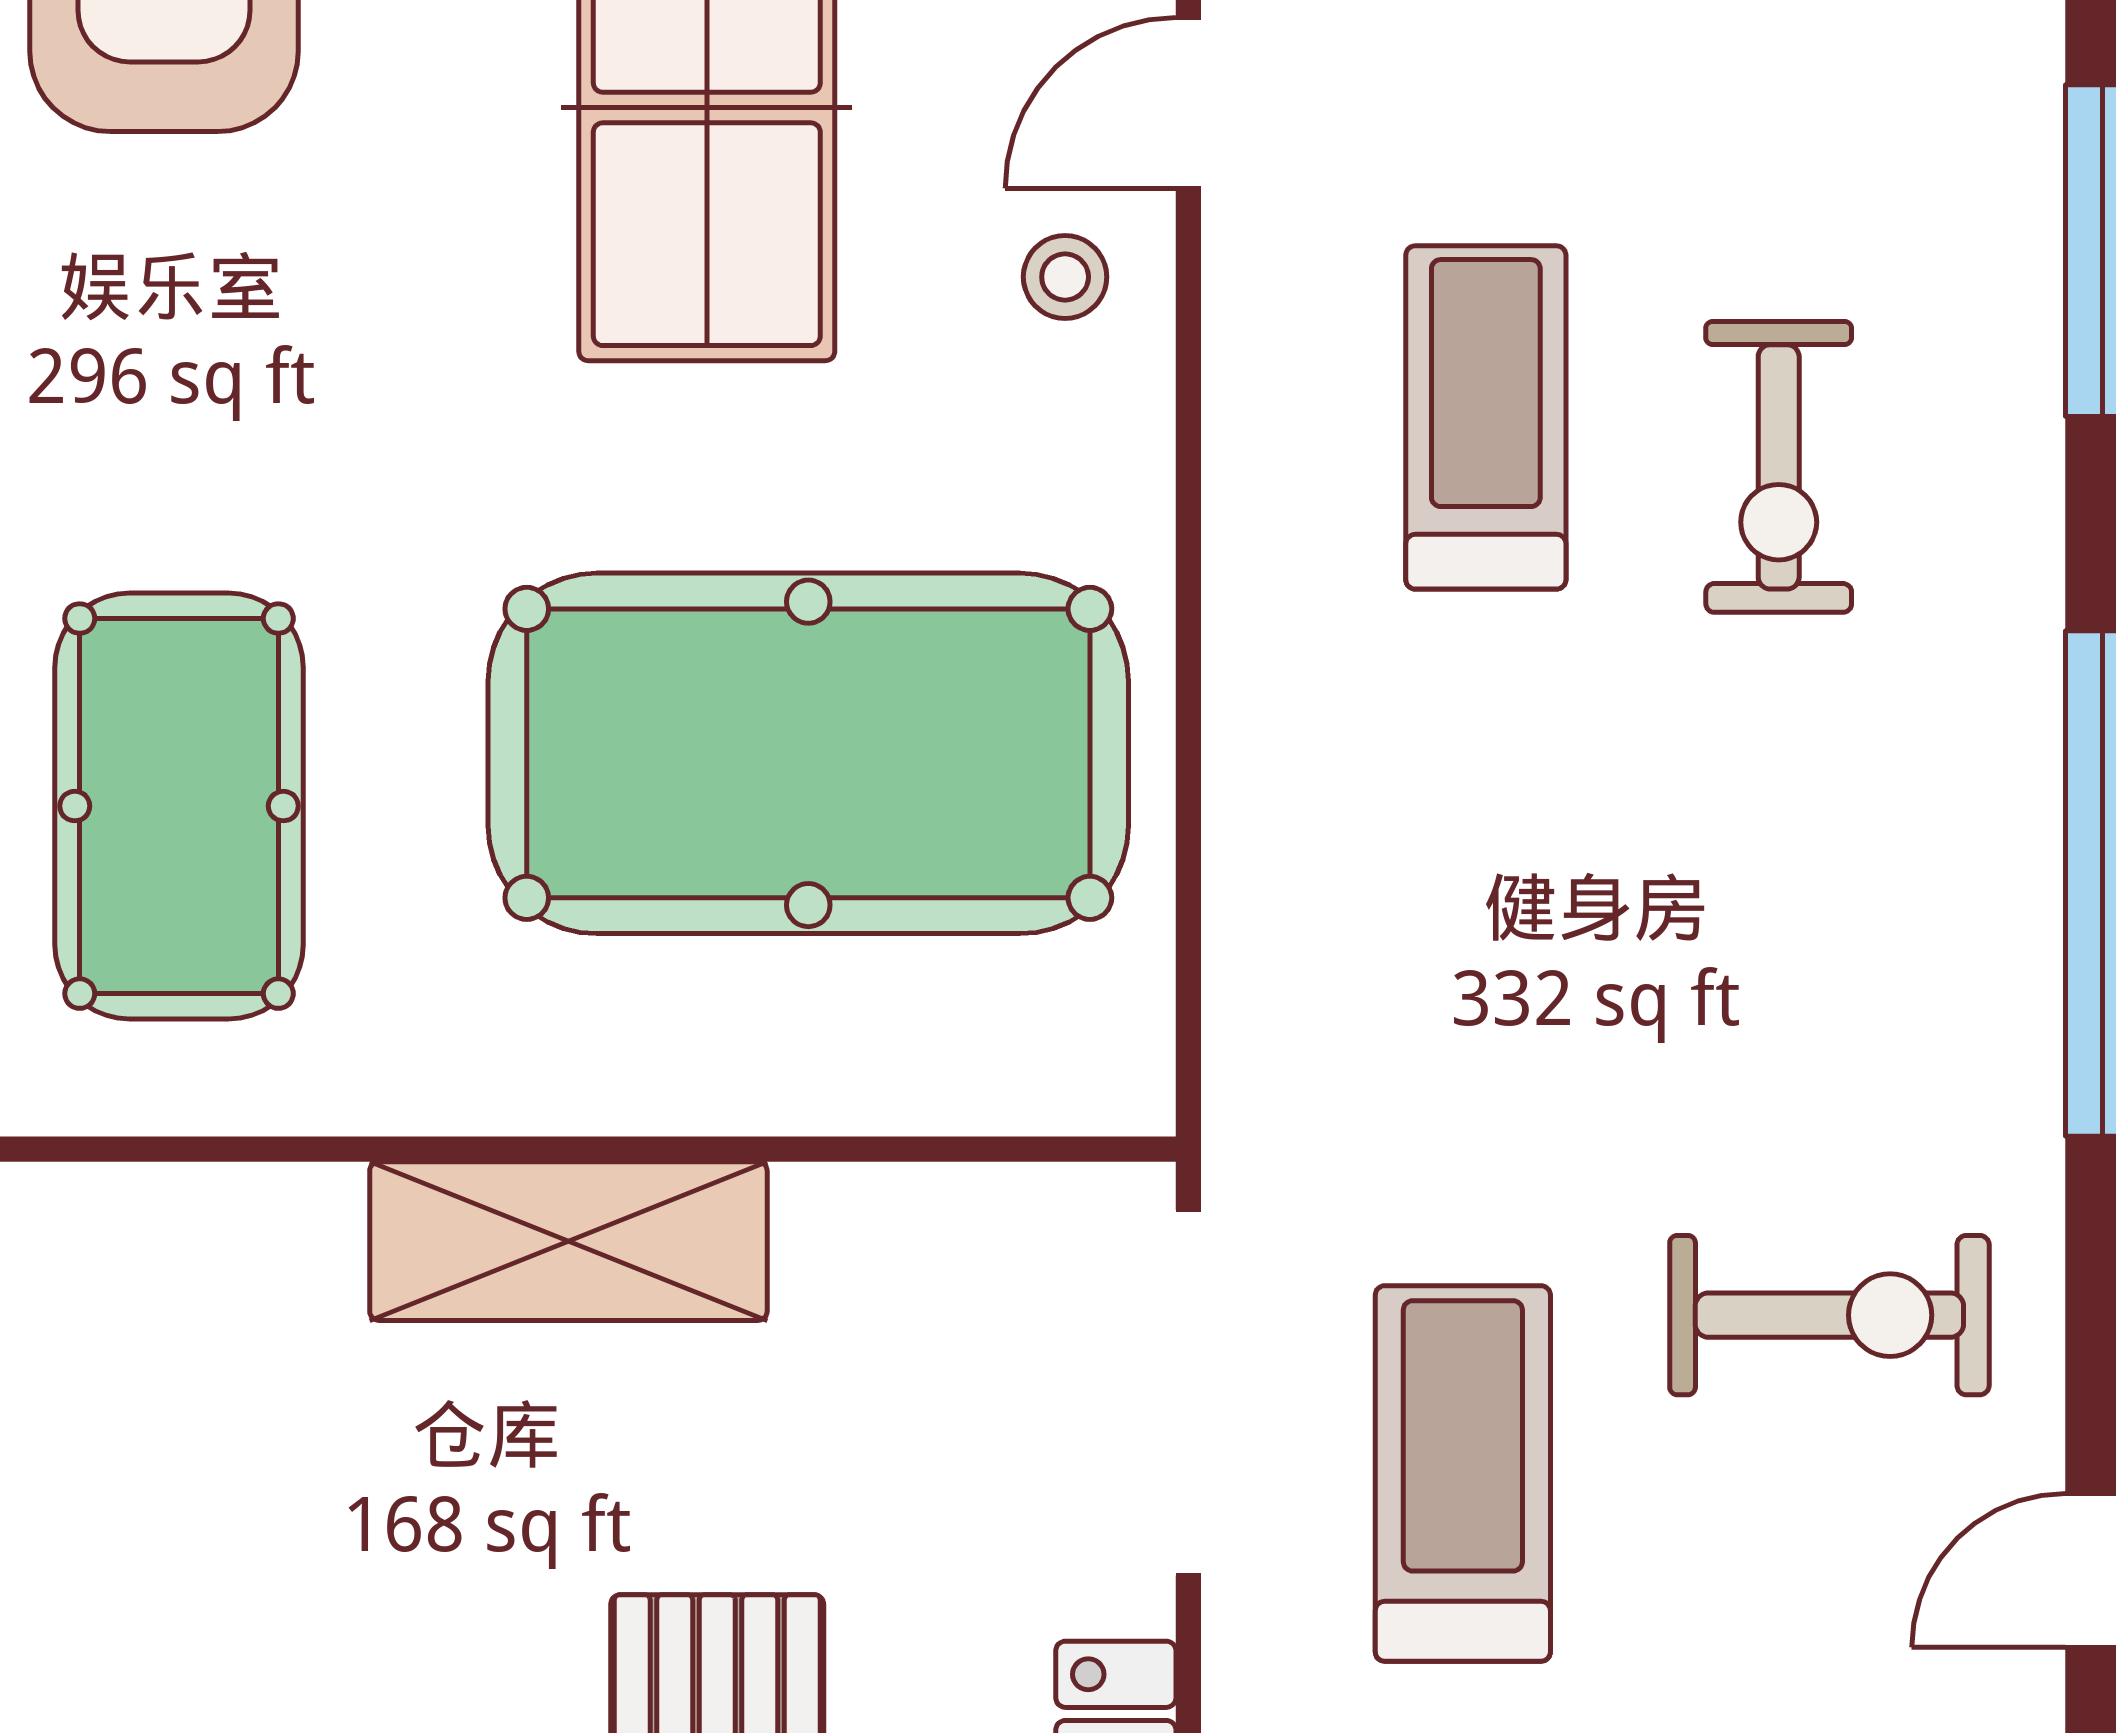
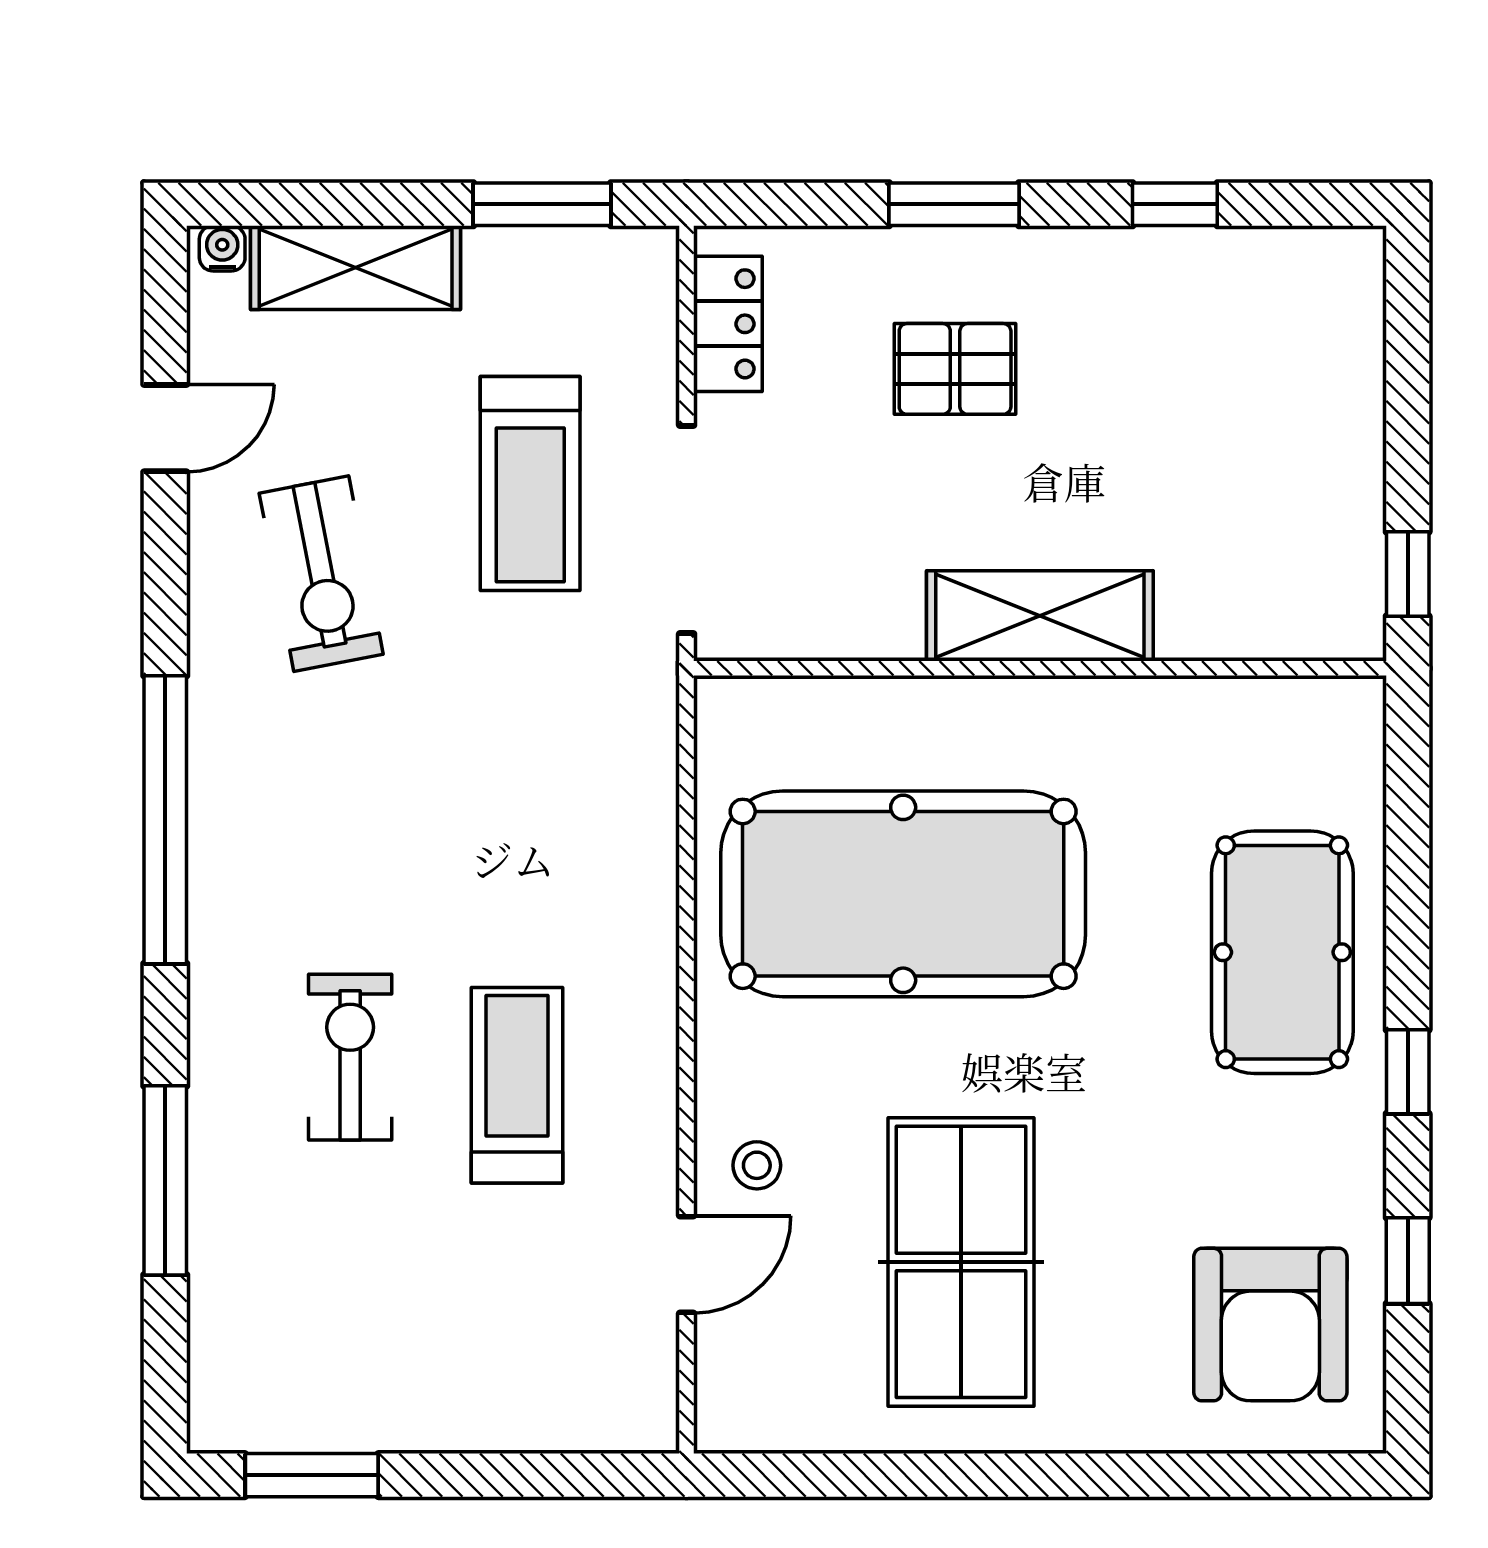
treadmill: (1486, 417) -> (517, 1085), turned 180
pool table: (179, 806) -> (1282, 952), moved
exercise bike: (1829, 1315) -> (321, 574), turned -101

